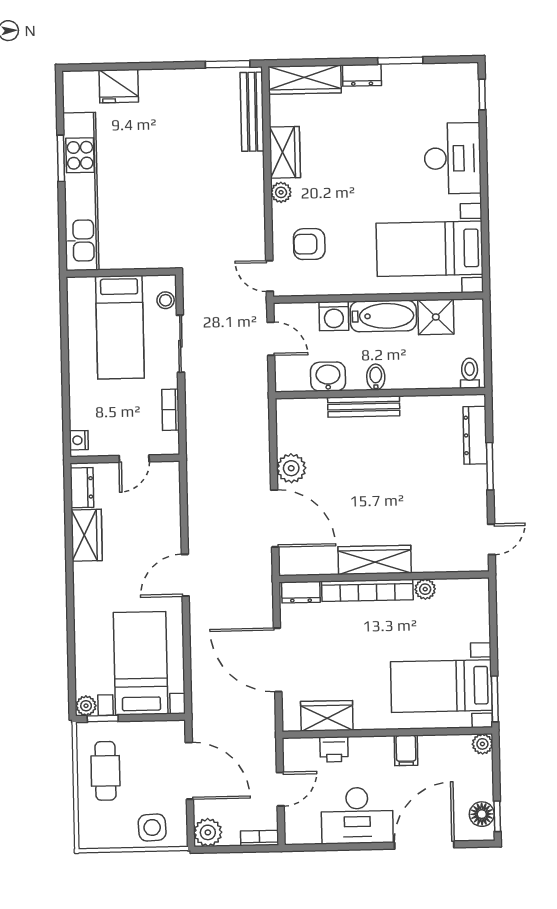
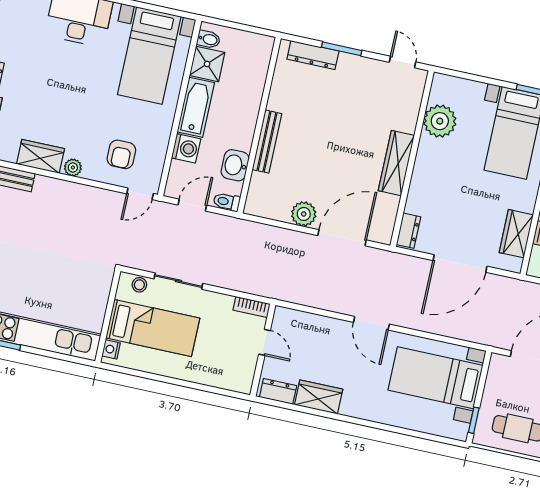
toilet: (470, 373) -> (227, 202), moved
bidet: (376, 377) -> (209, 39), moved, turned 180
bookcase: (171, 410) -> (252, 307), moved
nightstand: (79, 440) -> (111, 349), moved, turned 90
plant: (425, 589) -> (440, 121), width x1.87, depth x1.87
bookcase: (367, 590) -> (420, 175), removed
plant: (86, 706) -> (460, 431), removed

